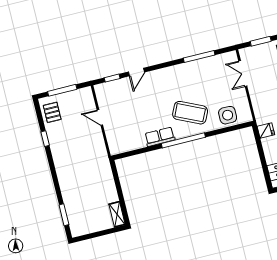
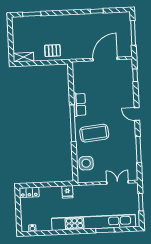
door: (136, 72) -> (137, 114), moved
pallet: (52, 112) -> (53, 51), moved
coffee table: (190, 113) -> (94, 133), turned 59
door: (100, 117) -> (105, 59), width x1.88

